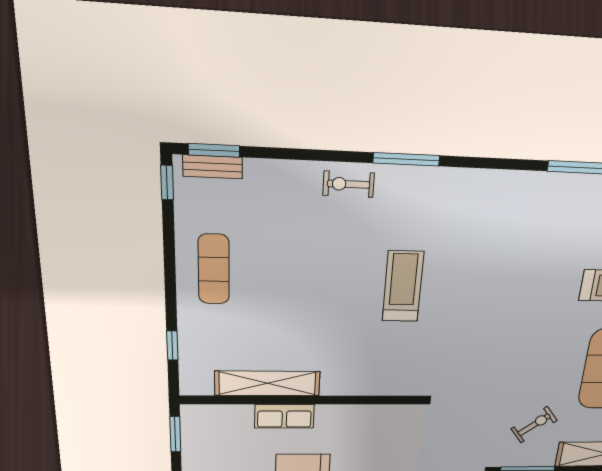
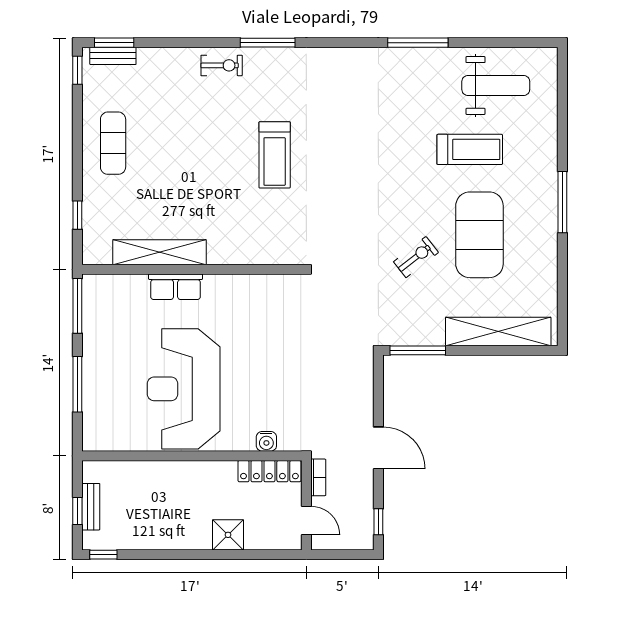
exercise bike: (349, 184) -> (222, 65), turned 180
treadmill: (403, 286) -> (275, 155), turned 180
exercise bike: (534, 425) -> (416, 257), moved
window: (175, 434) -> (77, 306), width x1.44

